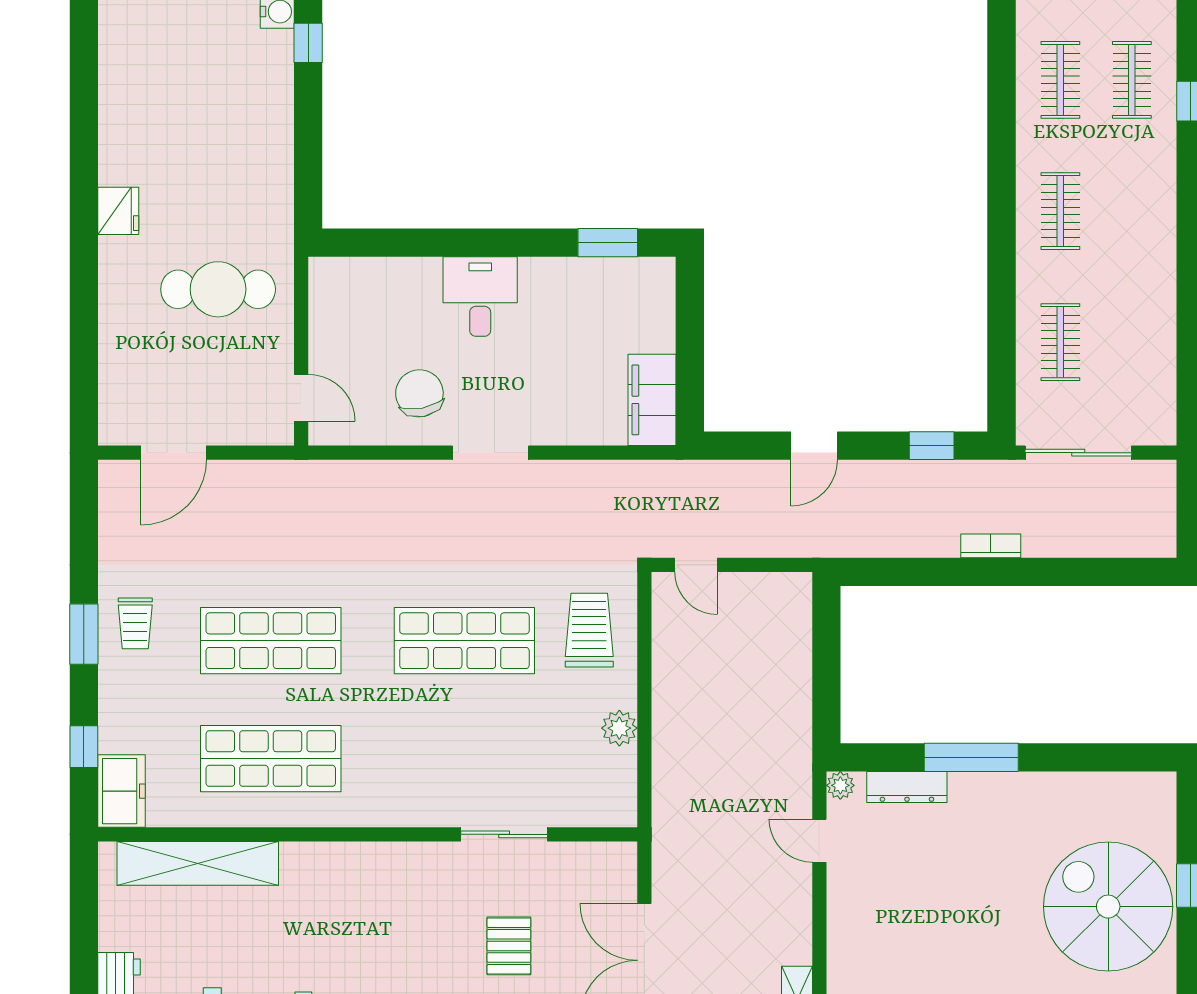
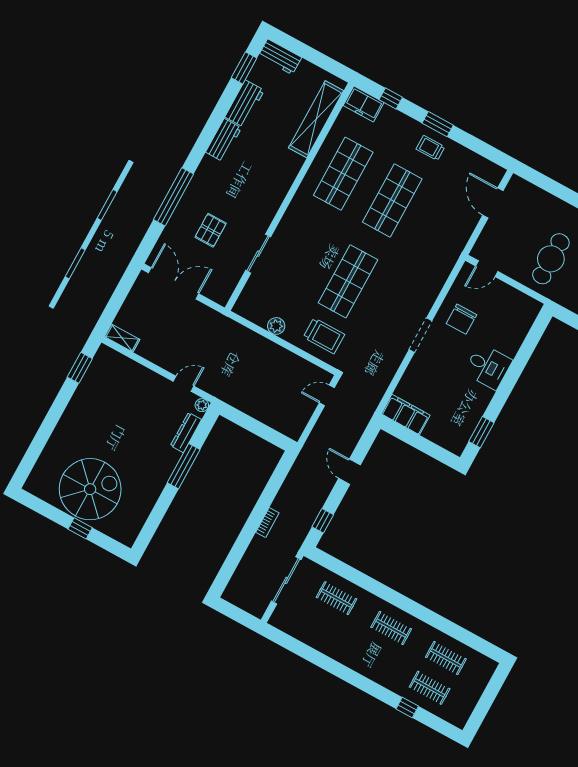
chair: (419, 393) -> (462, 319), turned 101
pallet: (509, 946) -> (211, 230), turned 90

